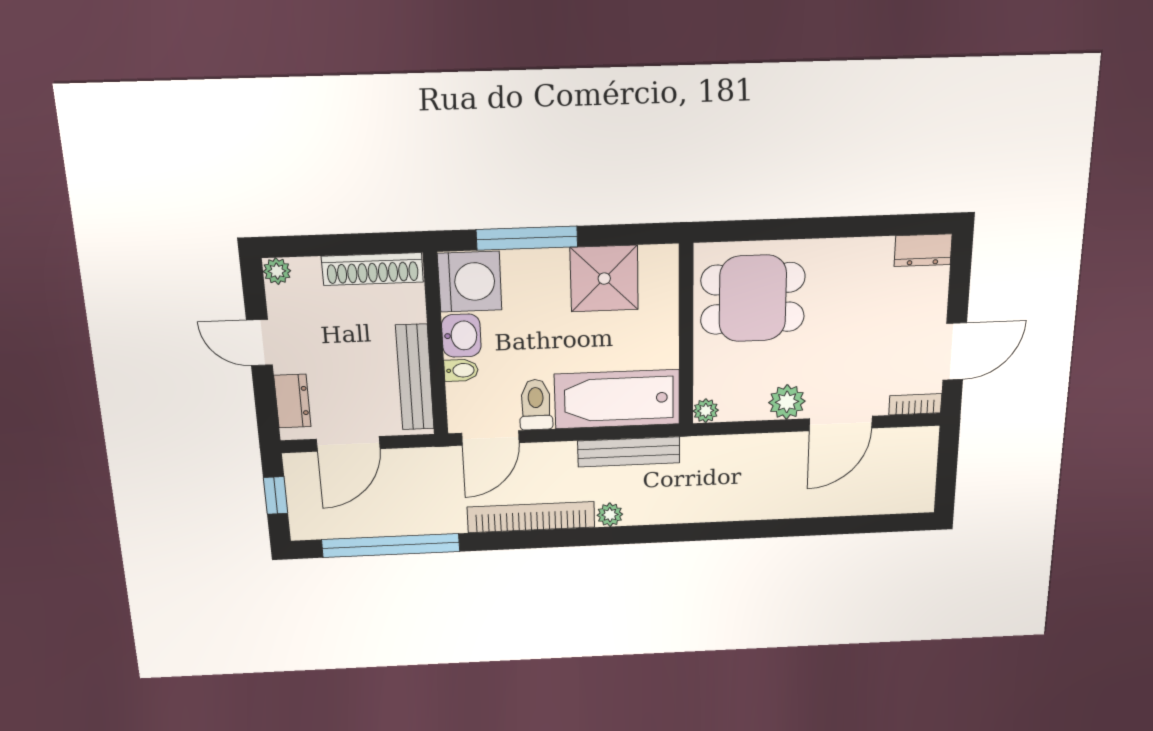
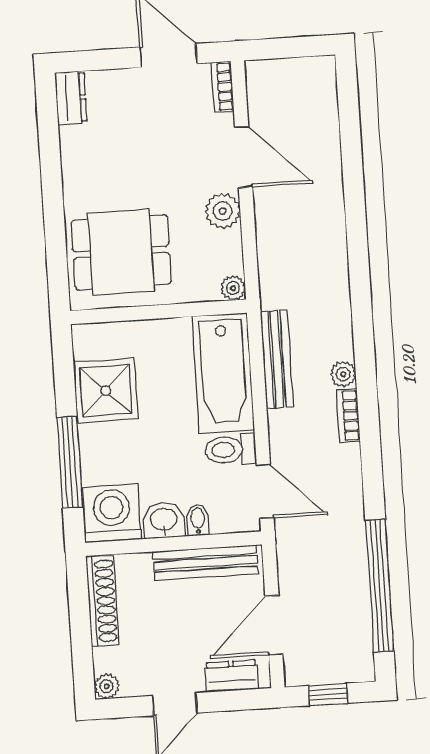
dining table: (753, 298) -> (121, 252), turned 90
door: (348, 444) -> (274, 625), swing flipped
bookcase: (531, 517) -> (348, 416), width x0.43, depth x0.76

